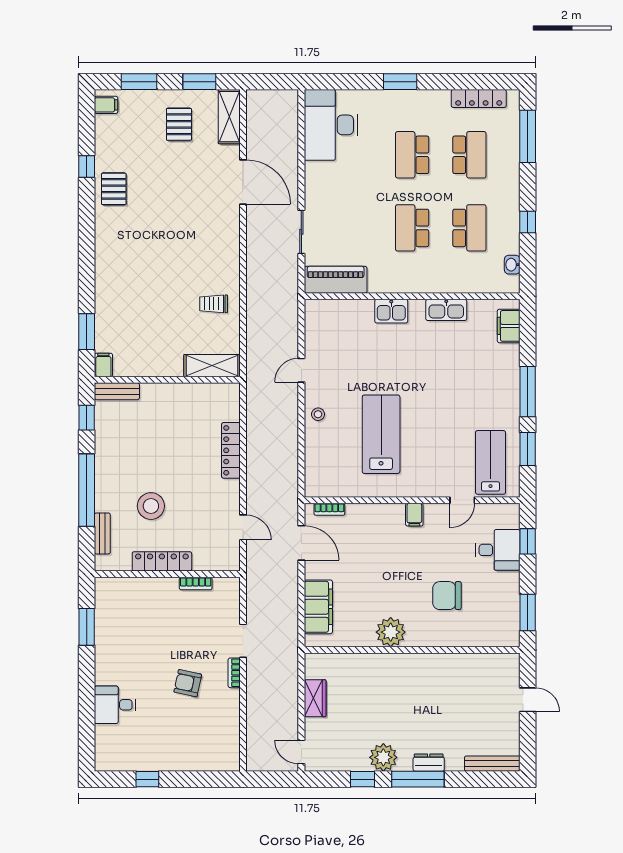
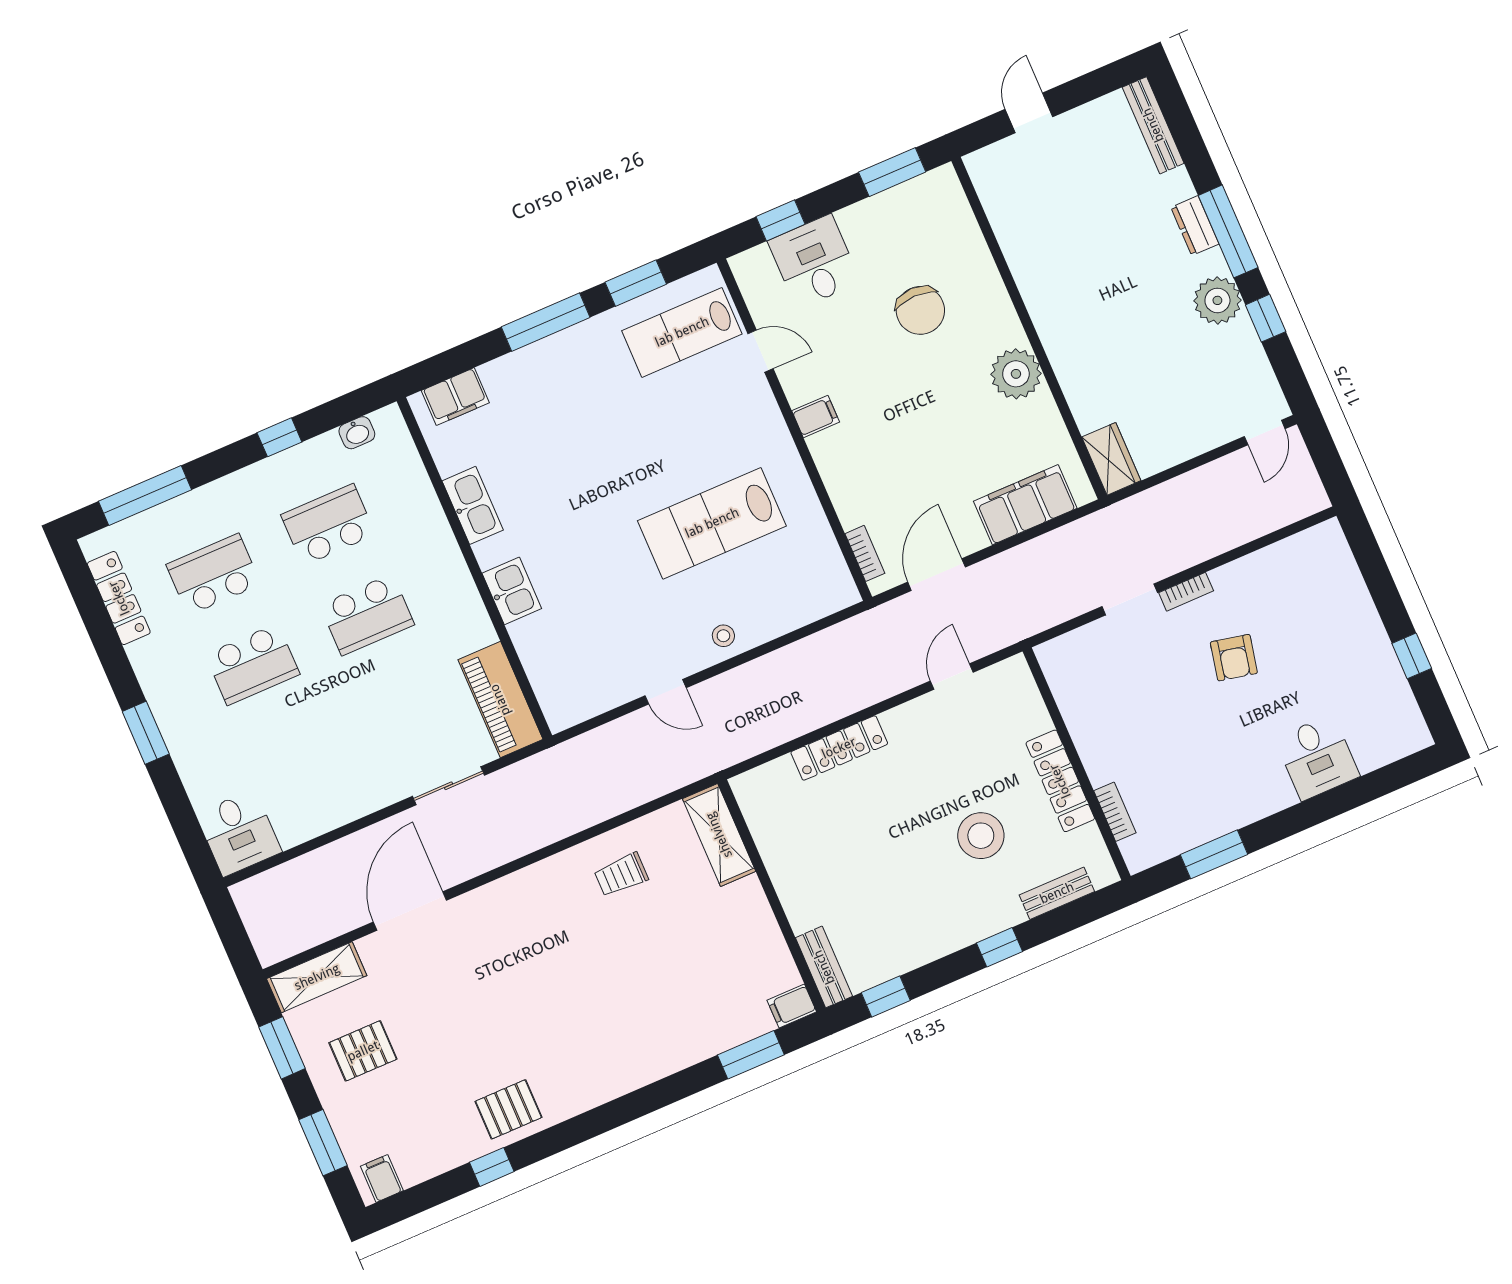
desk: (331, 125) -> (239, 833), width x0.53, depth x0.77
trolley: (214, 304) -> (621, 875), turned 90
window: (87, 490) -> (1000, 947), width x0.32
bookcase: (196, 584) -> (1115, 812), moved
wardrobe: (315, 698) -> (1111, 459), moved, turned 90

